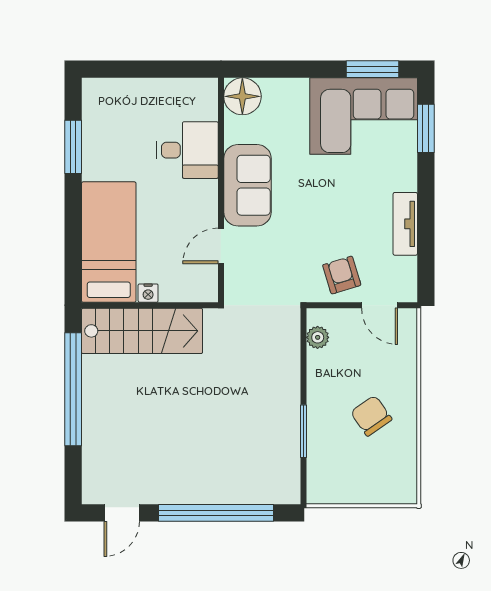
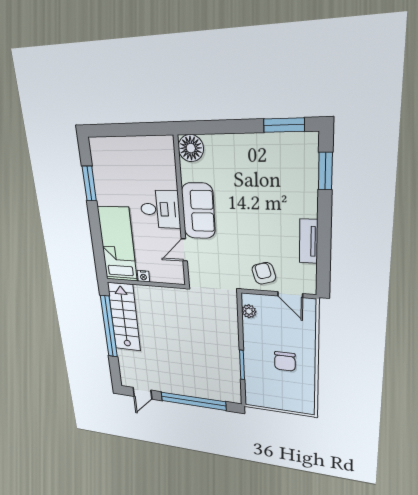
corner sofa: (364, 116) -> (278, 162), removed
desk: (187, 150) -> (160, 209), moved
stairs: (142, 331) -> (124, 317), moved, turned -90
chair: (371, 416) -> (285, 361), turned -145

